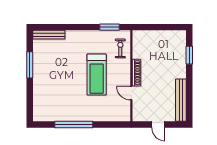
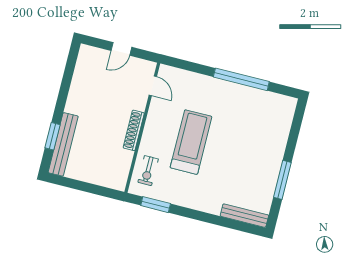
door: (131, 93) -> (153, 86), moved
bench: (181, 100) -> (63, 144), moved
door: (158, 125) -> (121, 49), swing flipped

